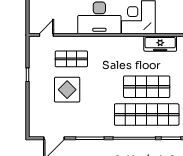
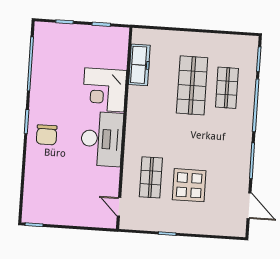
shop shelf: (147, 115) -> (227, 88), width x0.50, depth x0.74

